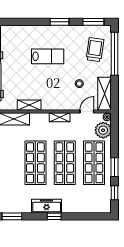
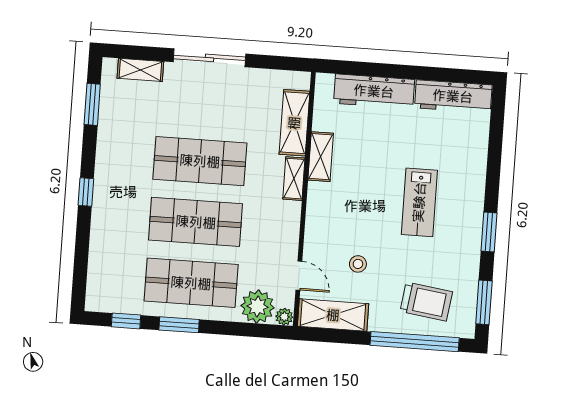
shelving: (60, 117) -> (294, 179), moved
freezer: (47, 206) -> (108, 178), removed

